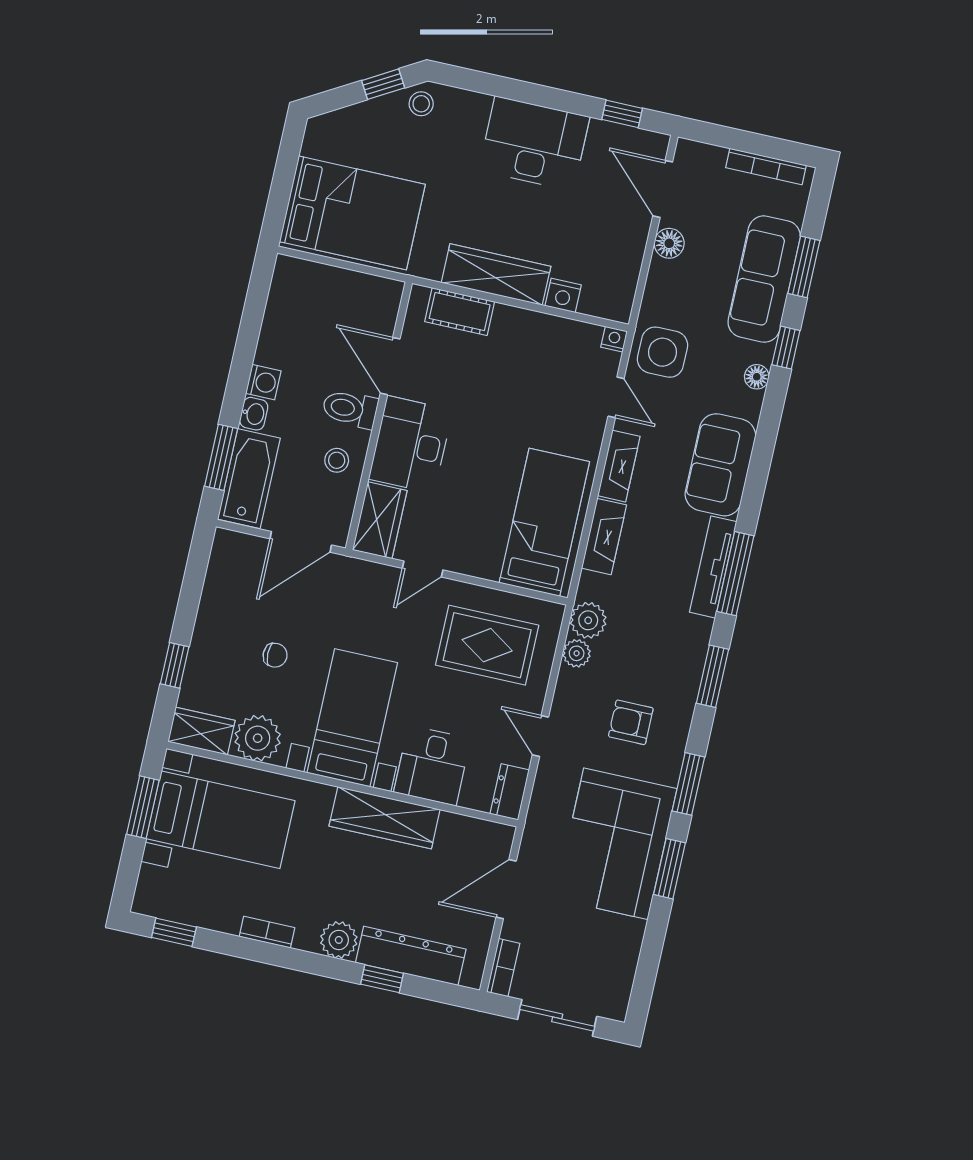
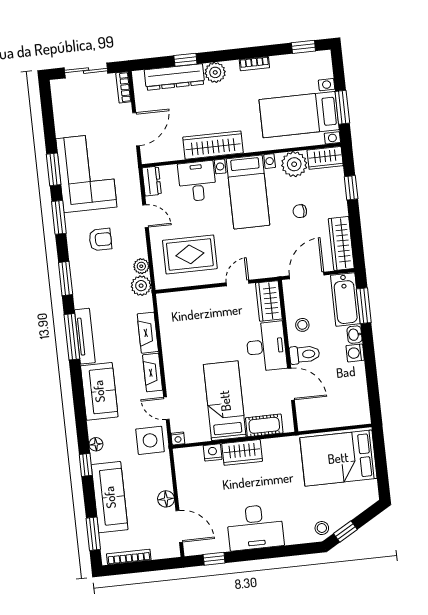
window: (804, 267) -> (93, 534), moved
wardrobe: (496, 275) -> (242, 452), width x0.67
bed: (544, 522) -> (225, 401), moved, turned 180
wardrobe: (223, 576) -> (341, 243), added

